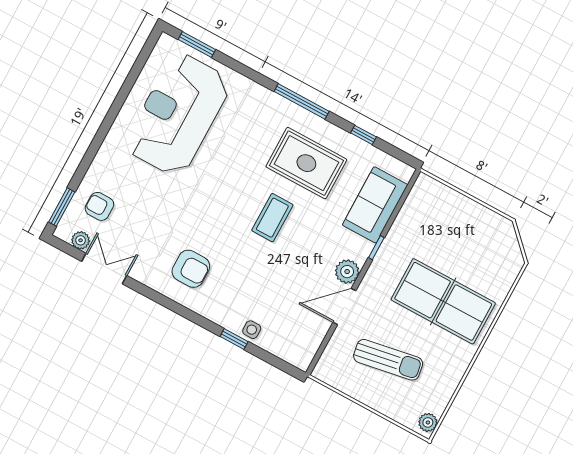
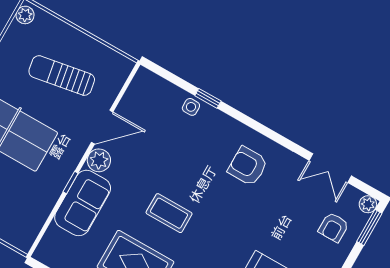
sofa: (375, 205) -> (83, 203), moved
armchair: (99, 206) -> (334, 227), turned 90
coffee table: (272, 218) -> (169, 213), turned 90
plant: (81, 240) -> (368, 204), moved

